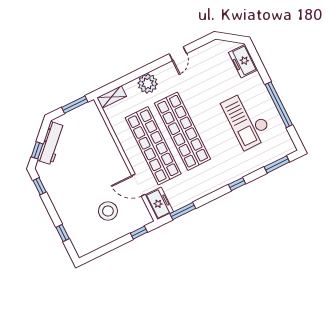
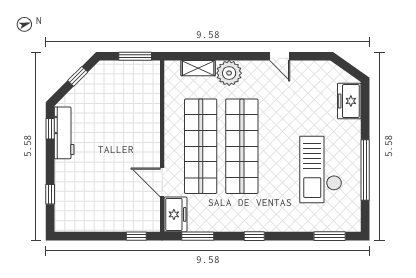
door: (178, 54) -> (280, 56), hinge flipped
shelving: (112, 97) -> (198, 68), moved
workbench: (51, 143) -> (64, 133), moved, turned -45
window: (37, 150) -> (78, 76), moved
window: (237, 184) -> (254, 236), moved
stool: (108, 211) -> (113, 195), removed

